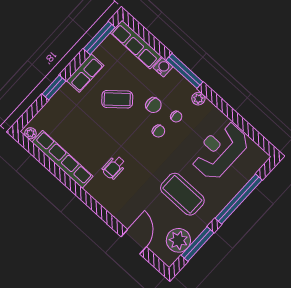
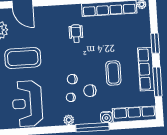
window: (99, 38) -> (157, 82), moved
row of seats: (85, 73) -> (146, 69), width x1.48
coffee table: (117, 99) -> (113, 73), turned -49
reception desk: (220, 150) -> (27, 104), turned 180

